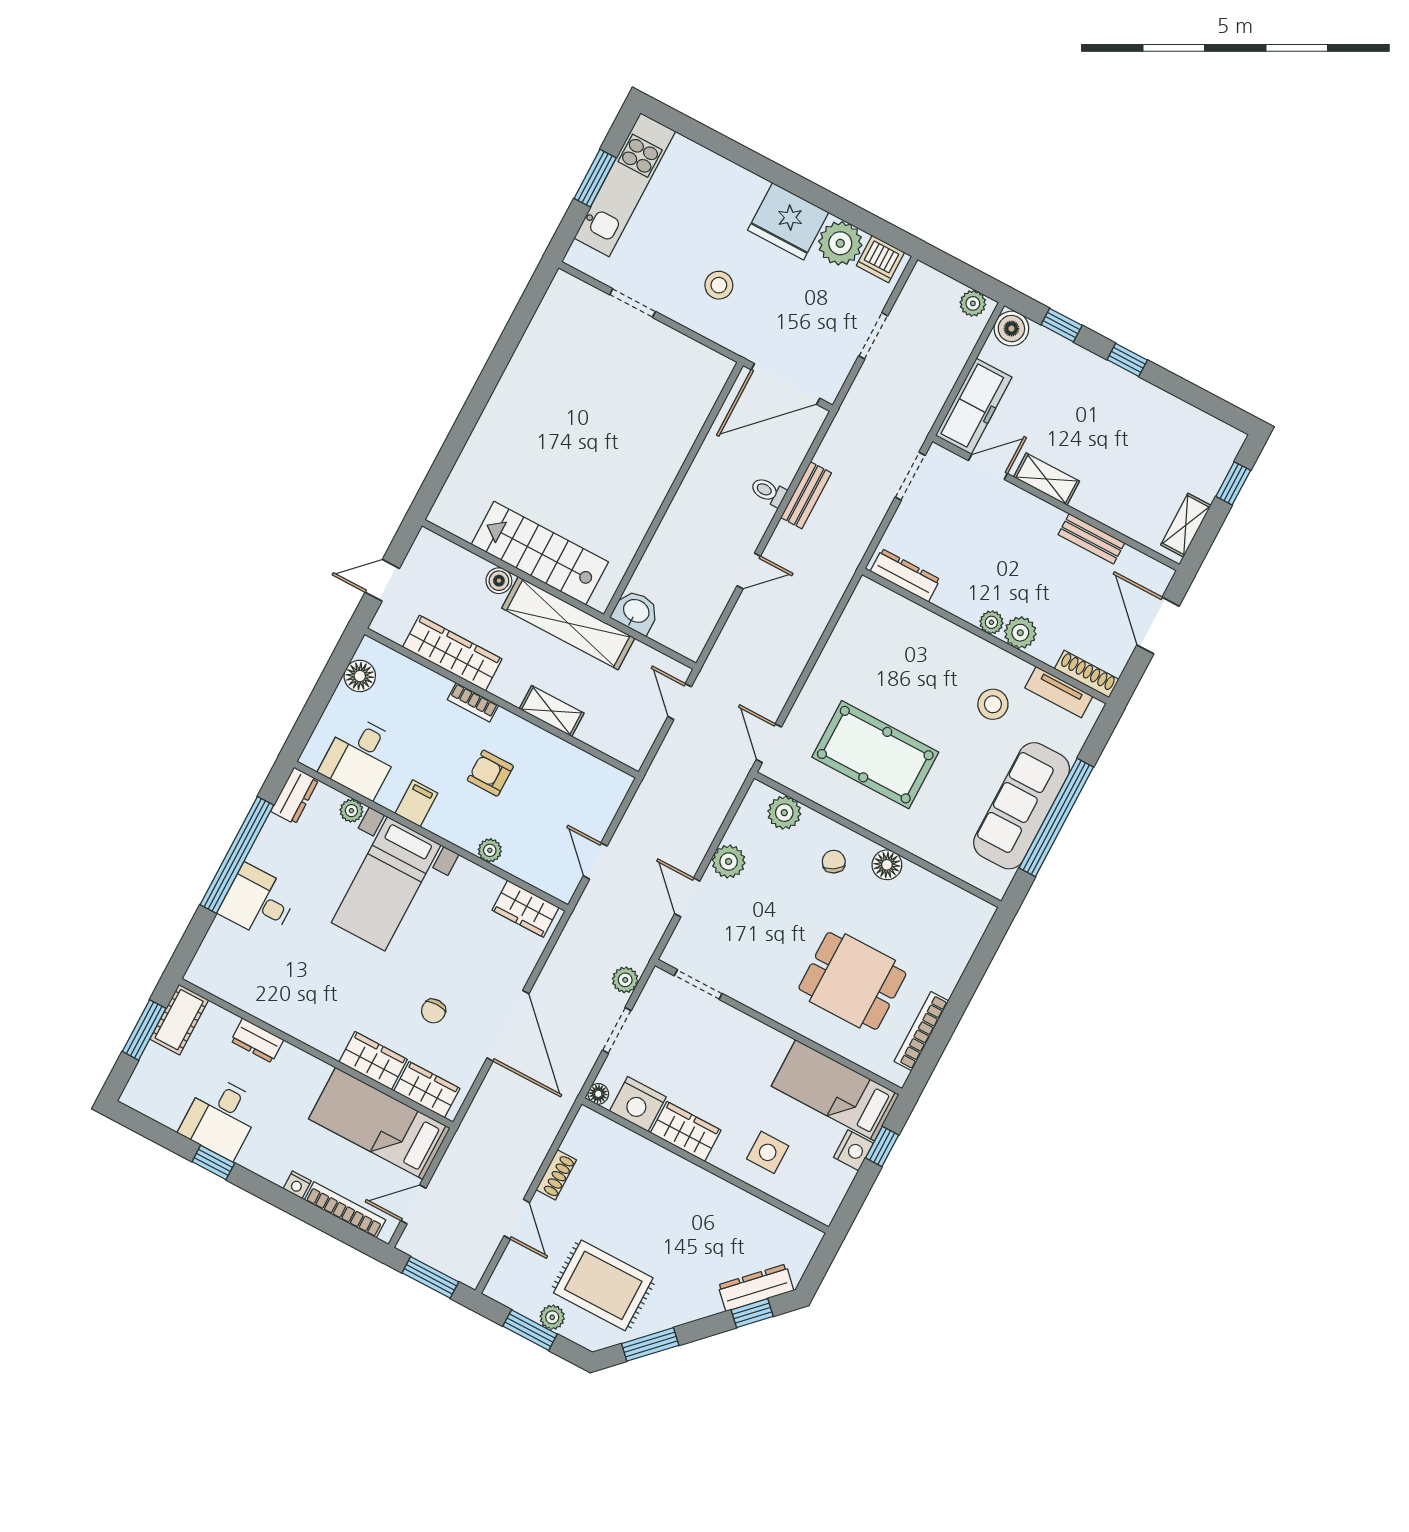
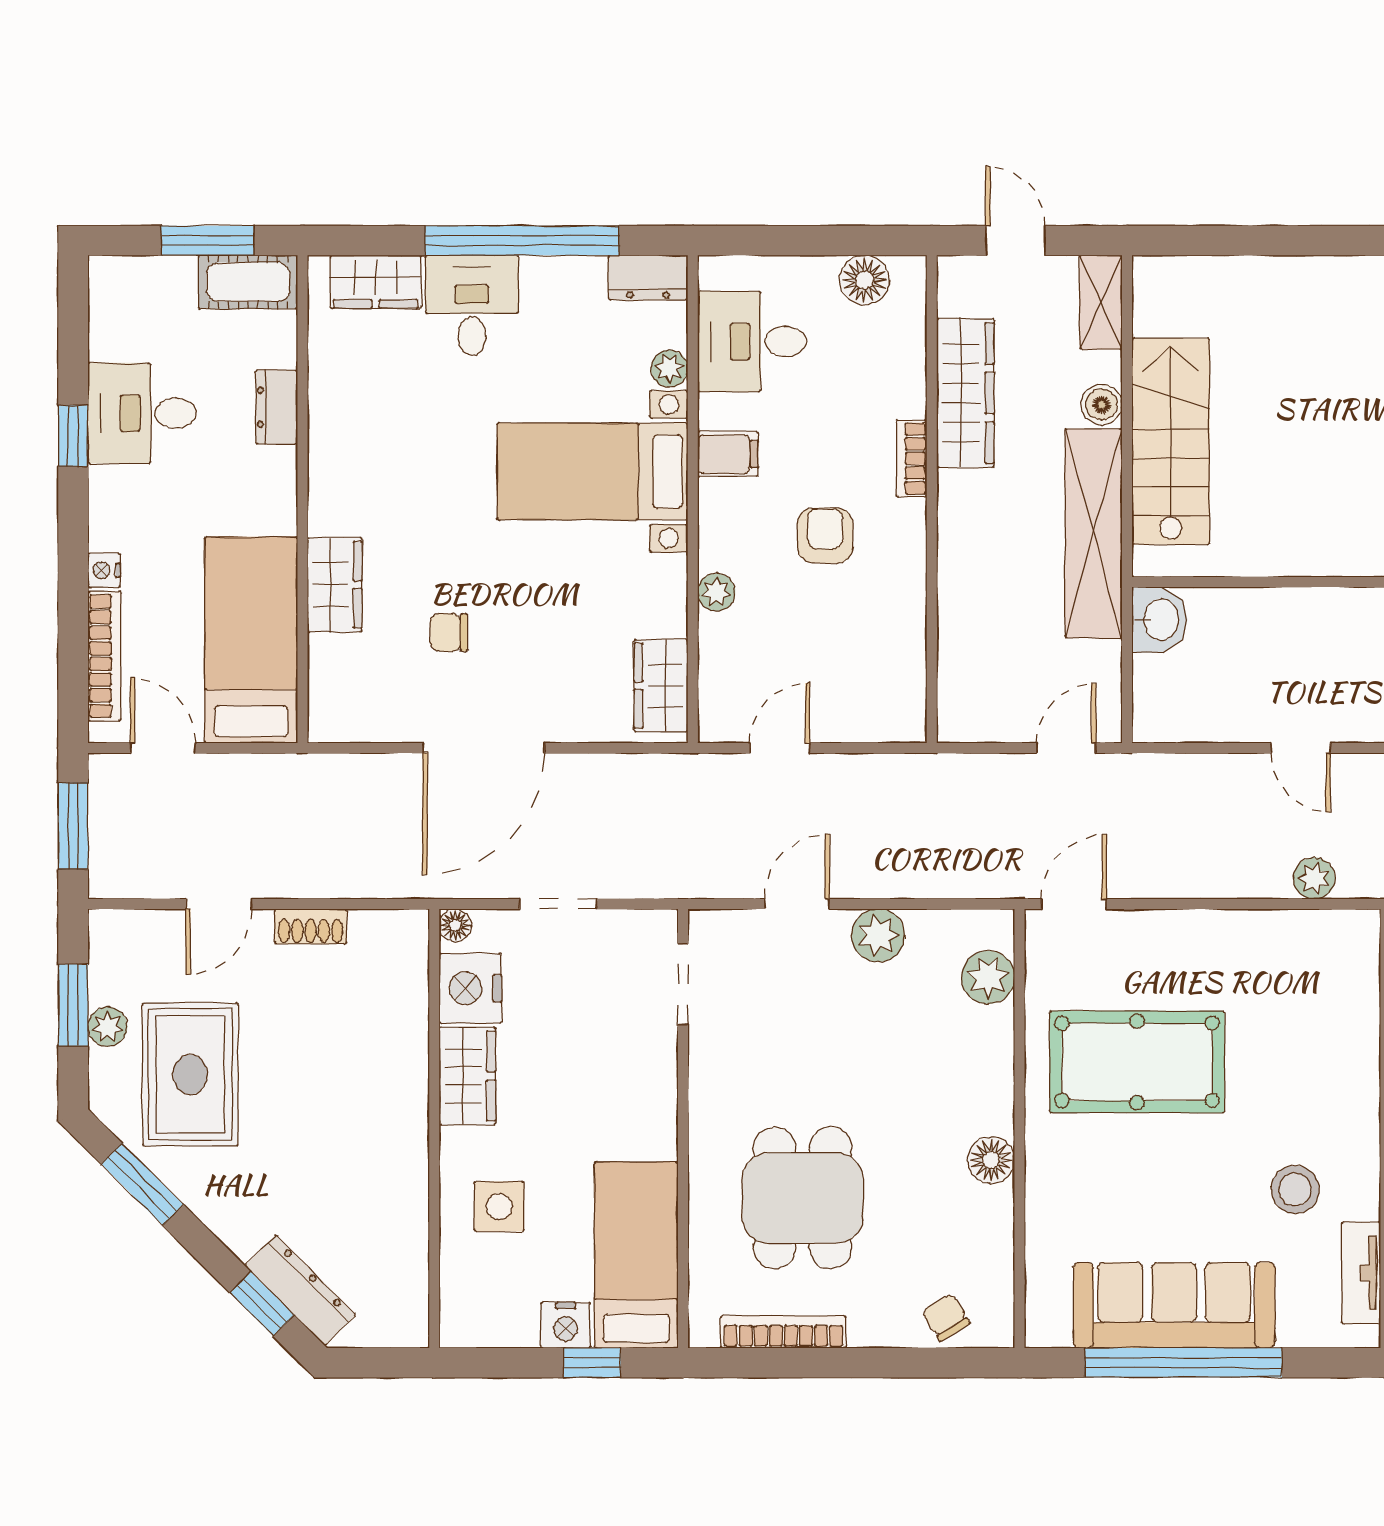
shelving: (552, 711) -> (1101, 302), moved
pool table: (875, 755) -> (1137, 1062), turned 90
chair: (834, 862) -> (946, 1317), moved, turned -89
plant: (625, 980) -> (1314, 878), moved
wardrobe: (427, 1090) -> (376, 282), moved, turned 90

